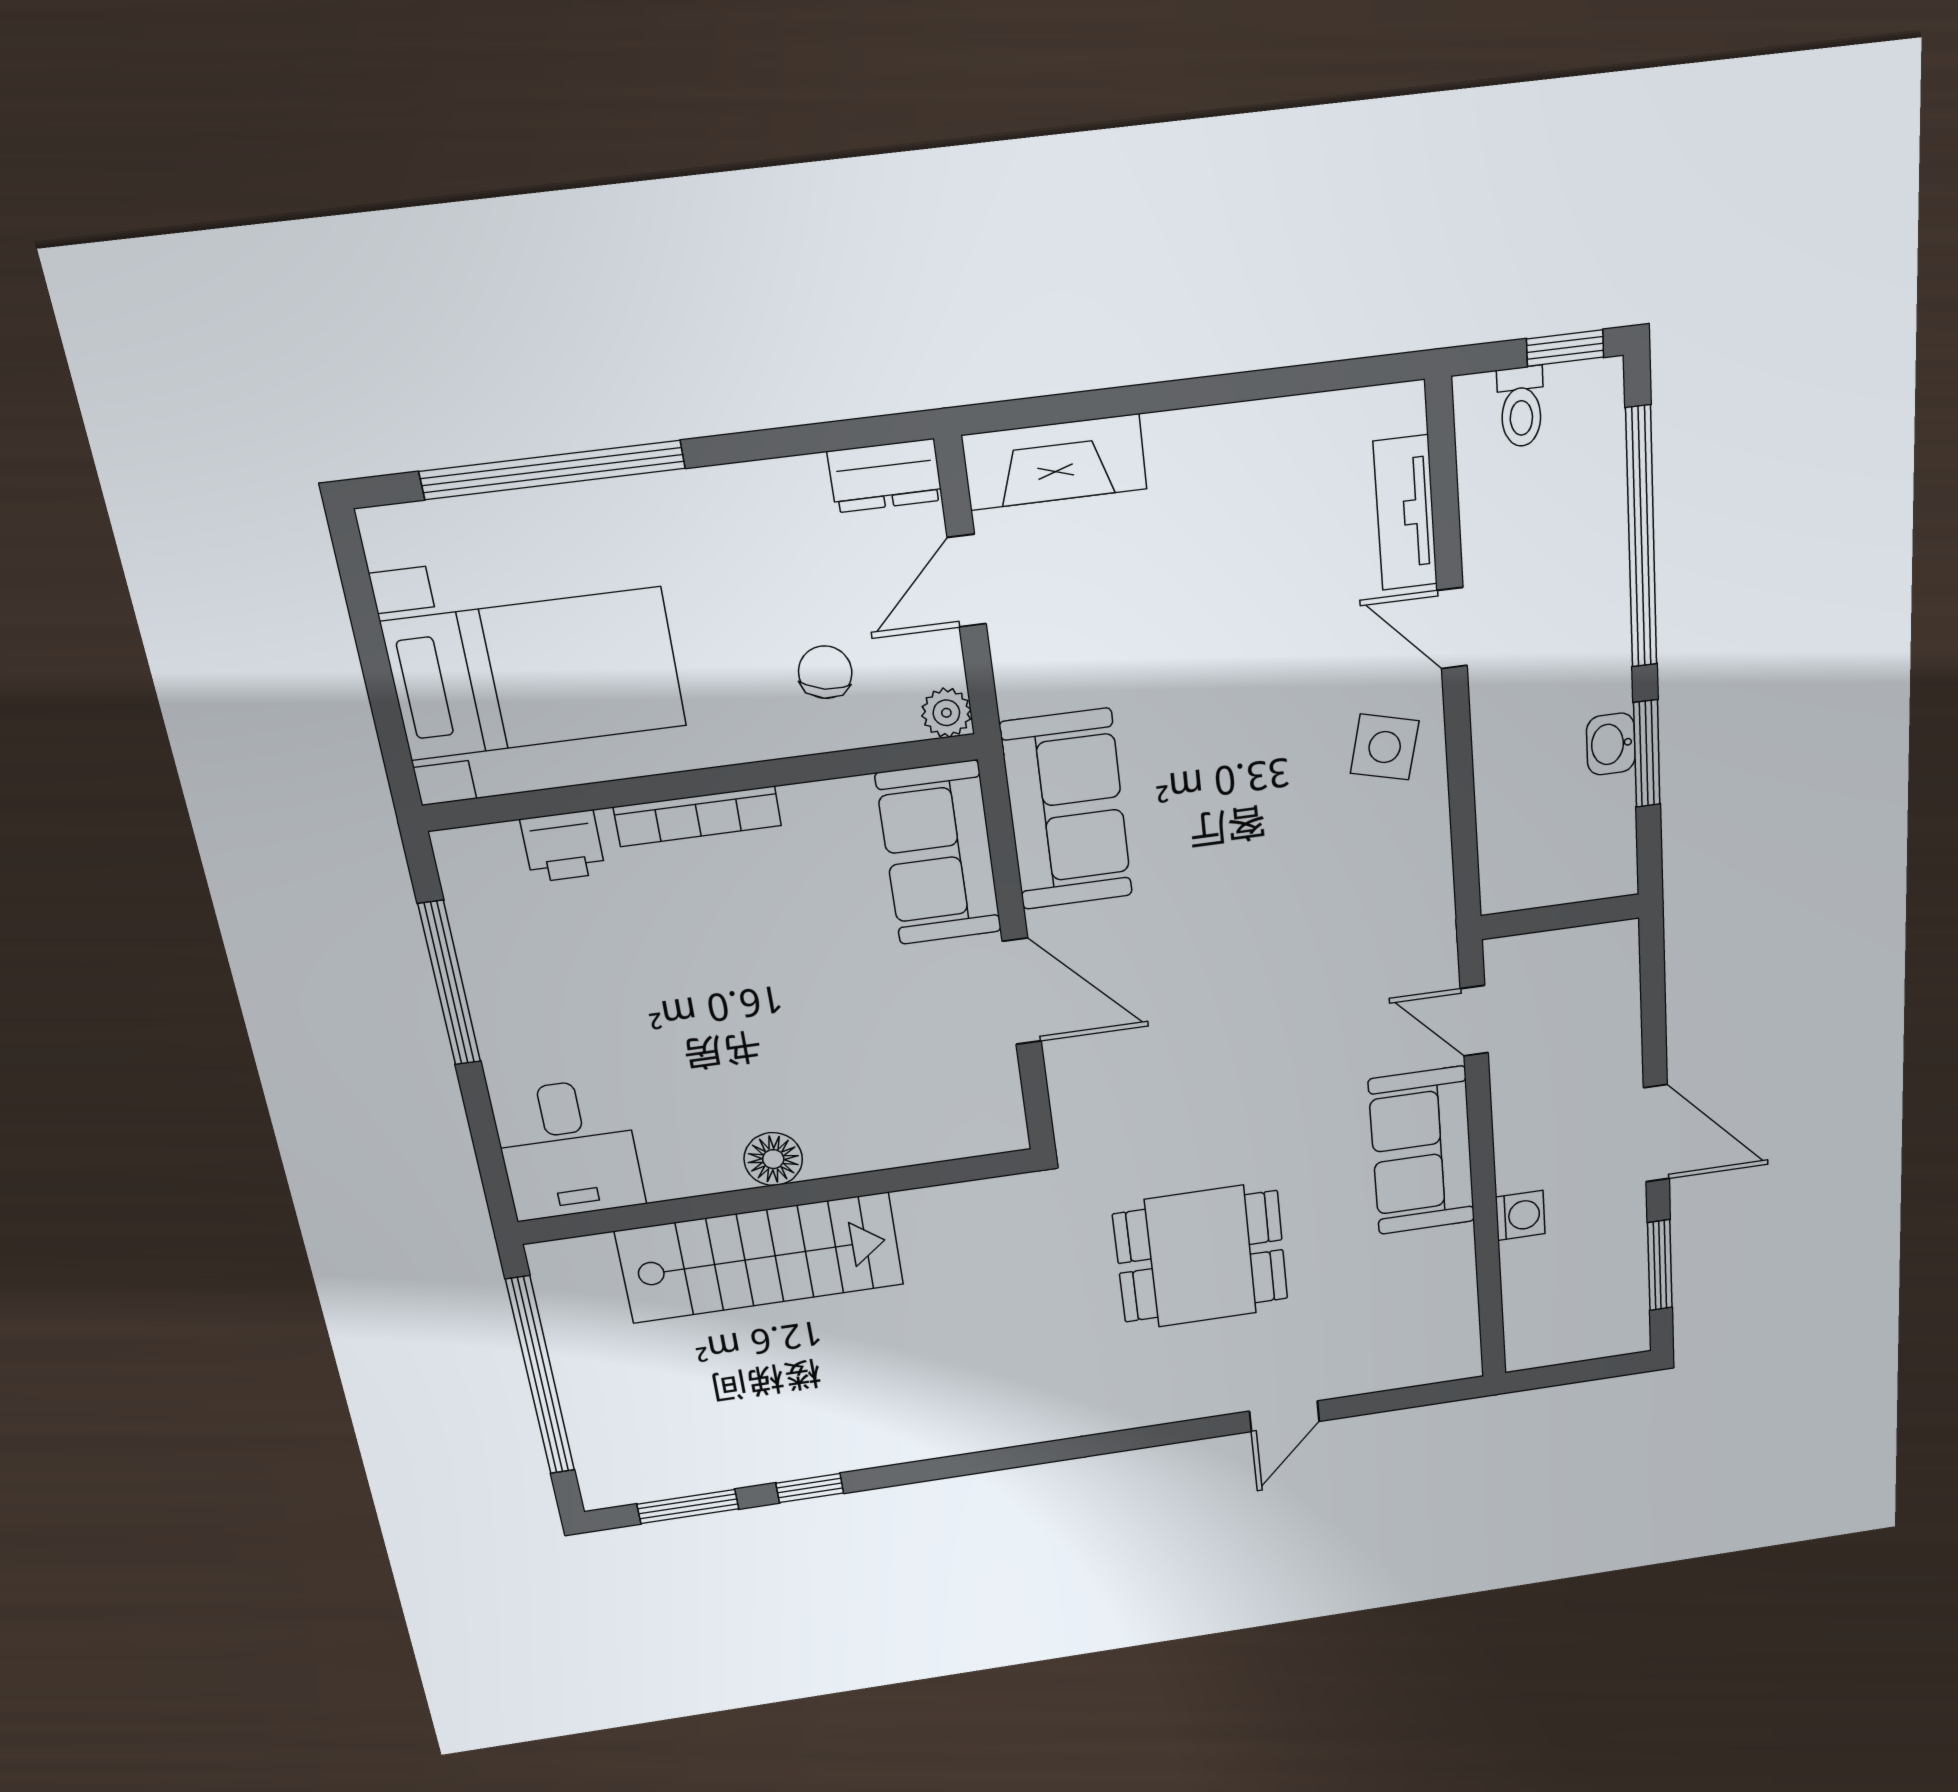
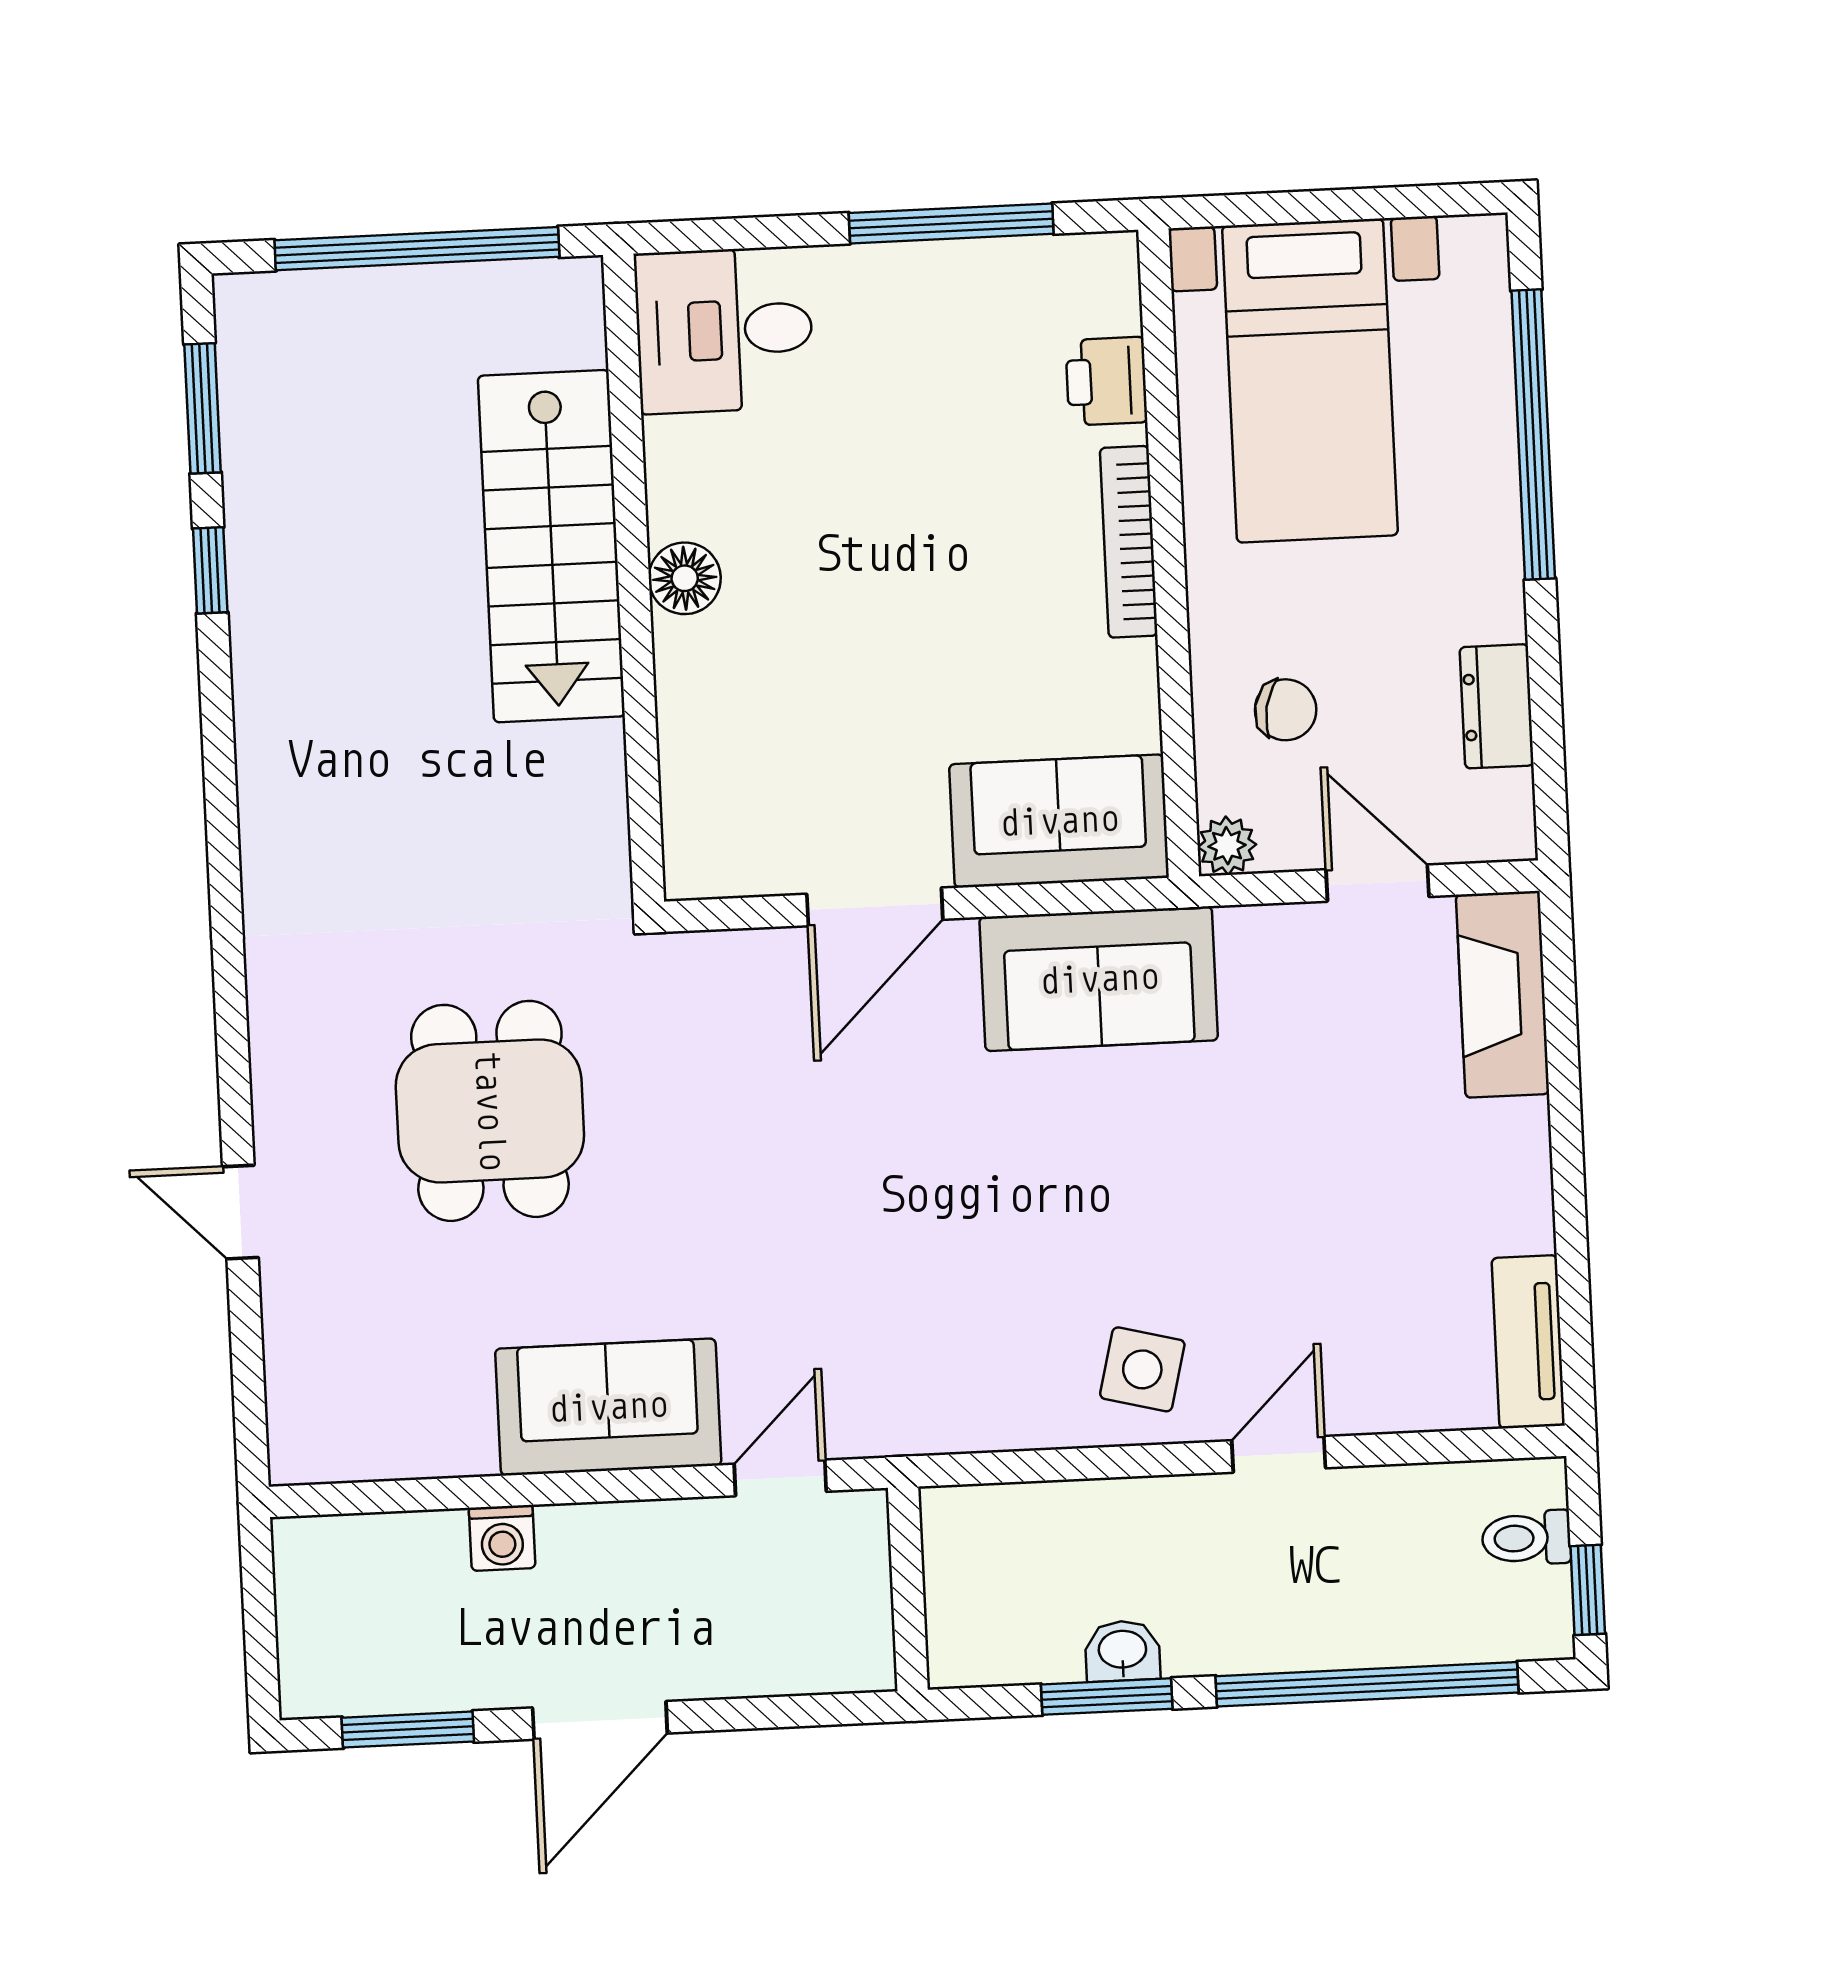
dresser: (885, 476) -> (1497, 706), moved
tv unit: (1405, 513) -> (1528, 1342), moved, turned -90

